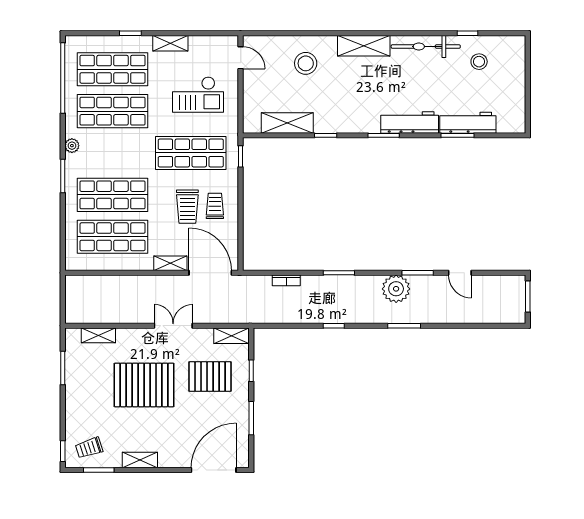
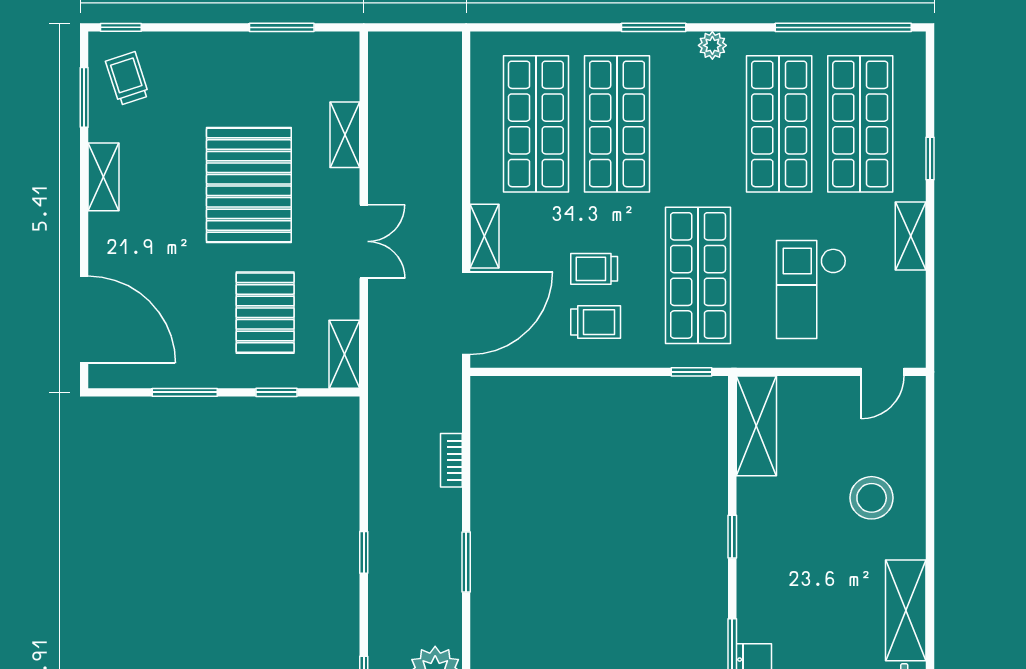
shelving: (287, 123) -> (756, 426), moved
trolley: (187, 207) -> (594, 269), width x0.73, depth x0.72
shelving: (98, 335) -> (345, 135), moved

